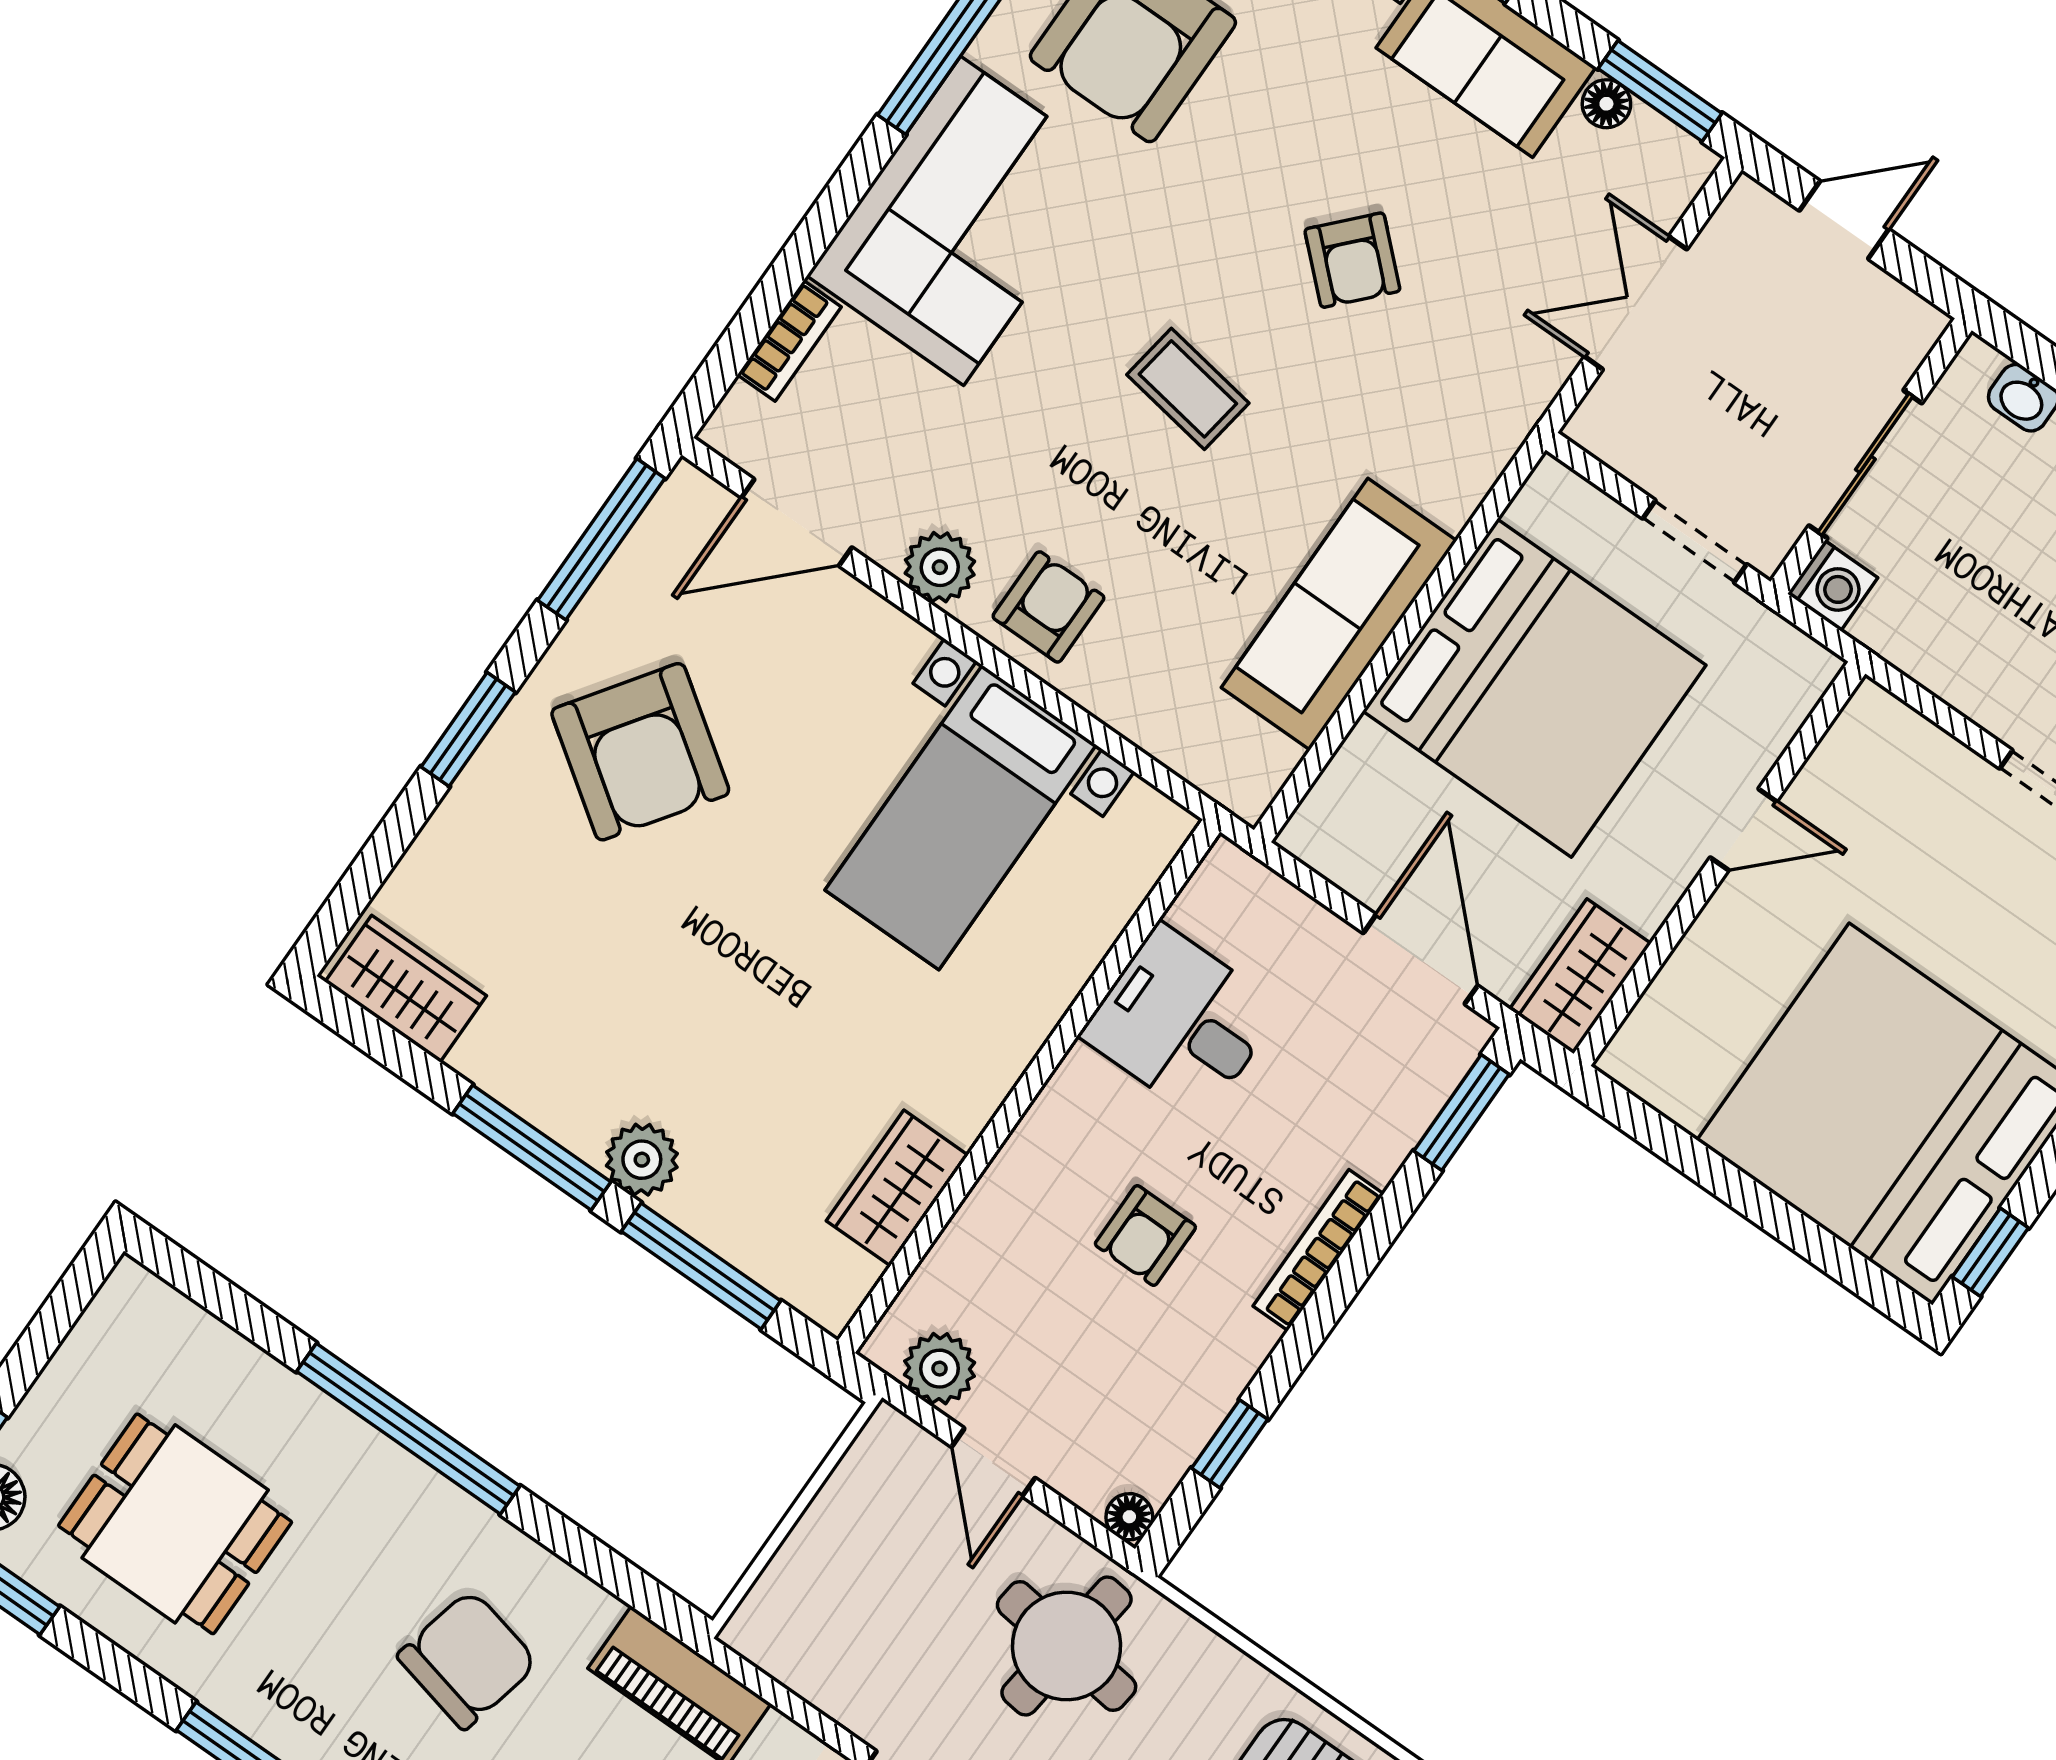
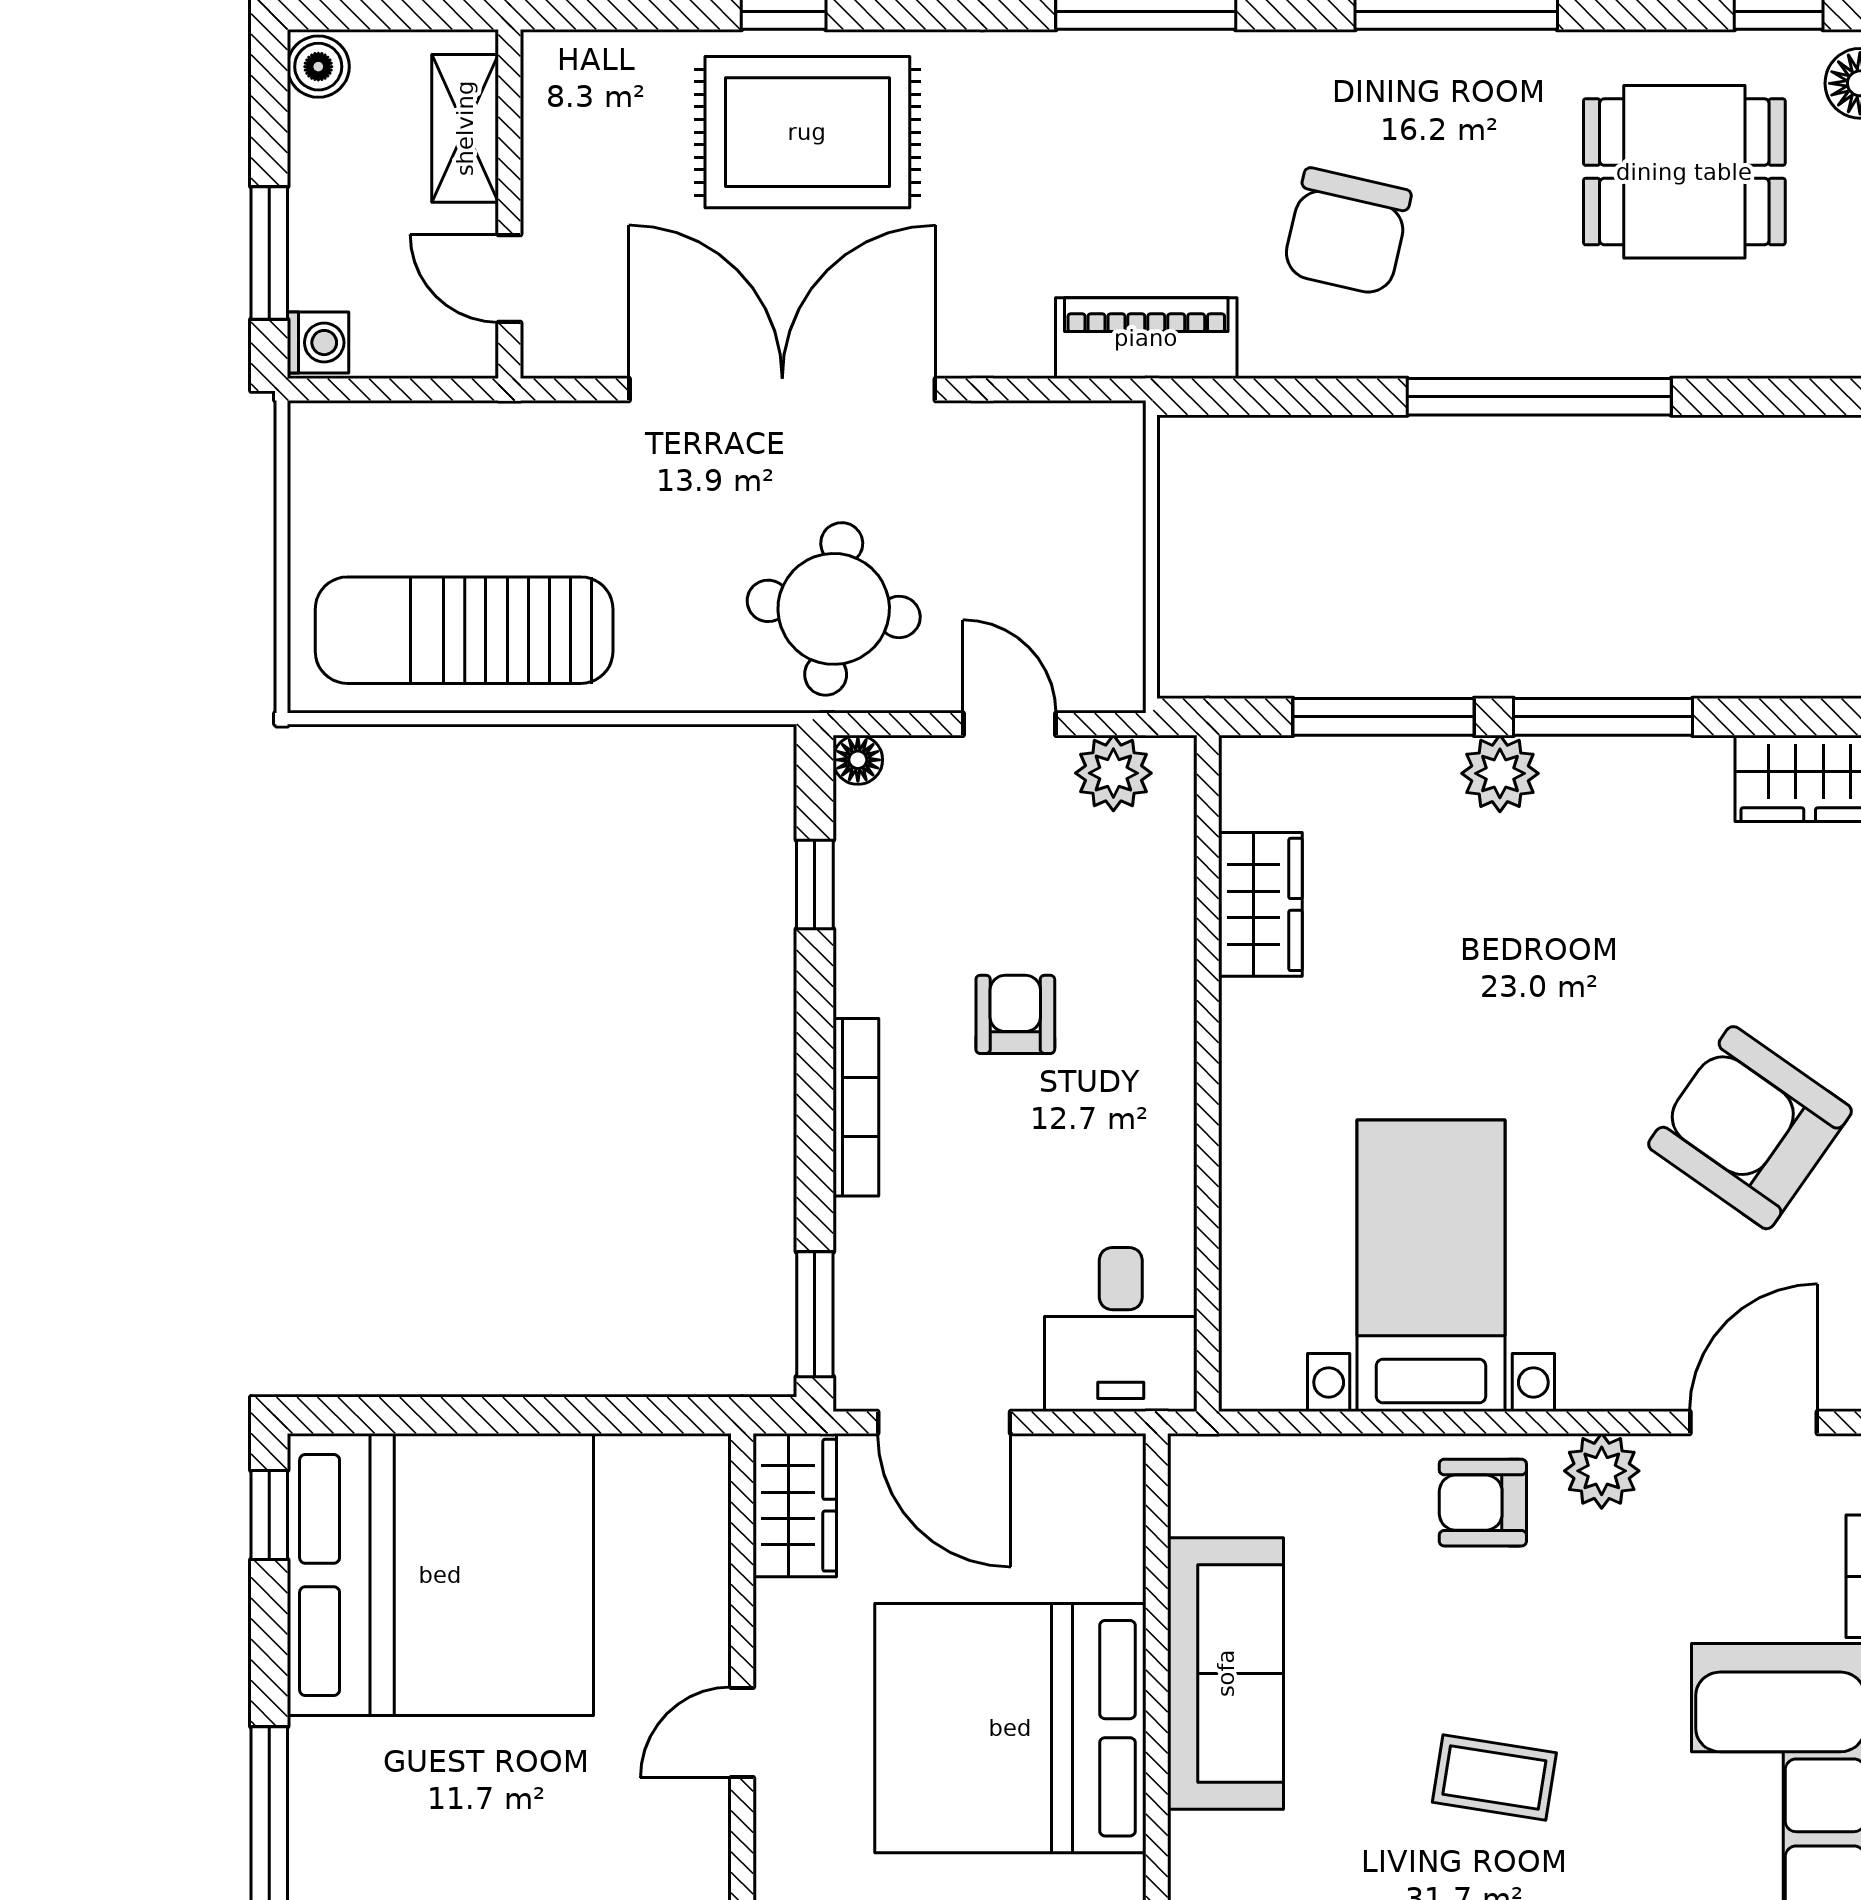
armchair: (1048, 607) -> (1483, 1503), turned 90
desk: (1181, 1022) -> (1121, 1330), moved, turned 90

